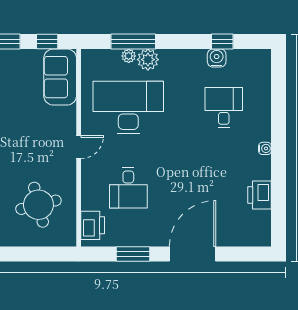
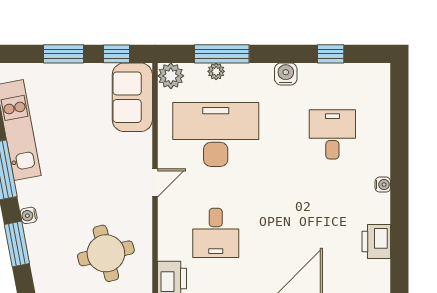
water cooler: (217, 58) -> (286, 74), moved
plant: (148, 60) -> (171, 76), moved

